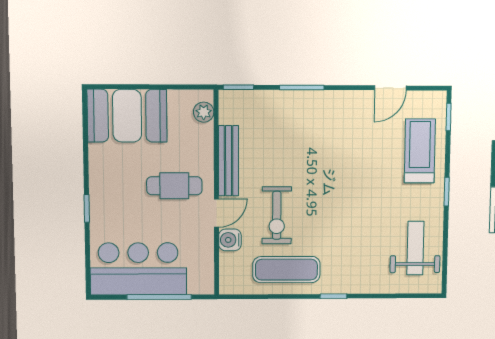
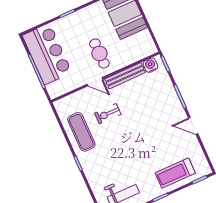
door: (390, 88) -> (193, 126), moved
plant: (204, 112) -> (144, 52), removed
treadmill: (420, 151) -> (175, 173), turned 180
exercise bike: (277, 215) -> (108, 114), width x0.73, depth x0.72
water cooler: (230, 240) -> (150, 65), moved

